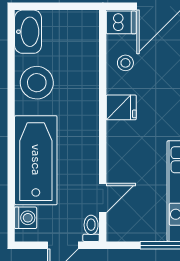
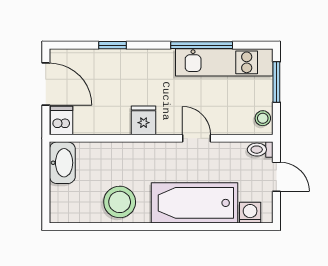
washbasin: (28, 32) -> (62, 163), moved, turned 90
stool: (125, 63) -> (263, 118), moved
door: (103, 198) -> (197, 138), moved

